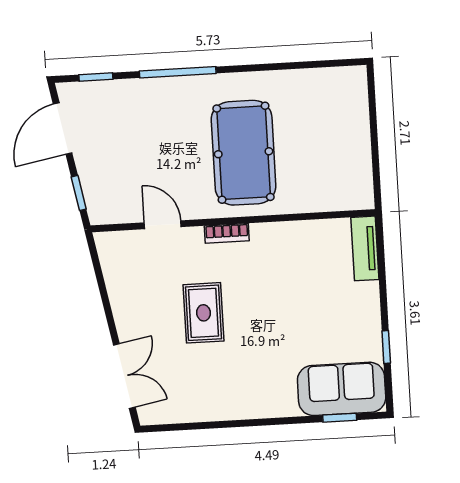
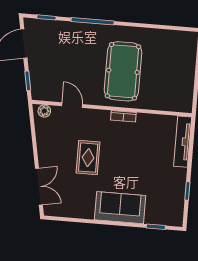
bookcase: (227, 233) -> (123, 116), moved
plant: (115, 242) -> (44, 111), added
tv unit: (365, 248) -> (183, 142), width x1.41
sofa: (342, 389) -> (120, 208), moved

